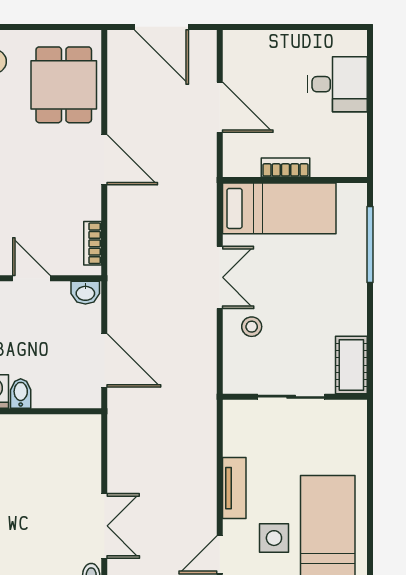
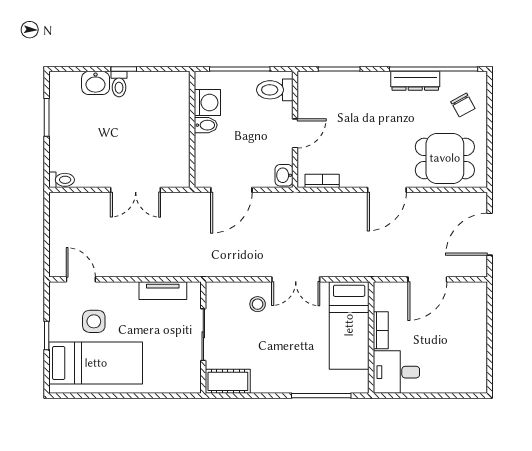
desk: (337, 84) -> (396, 372), moved, turned 90
tv unit: (234, 488) -> (163, 291), moved
double door: (104, 526) -> (136, 190), moved

